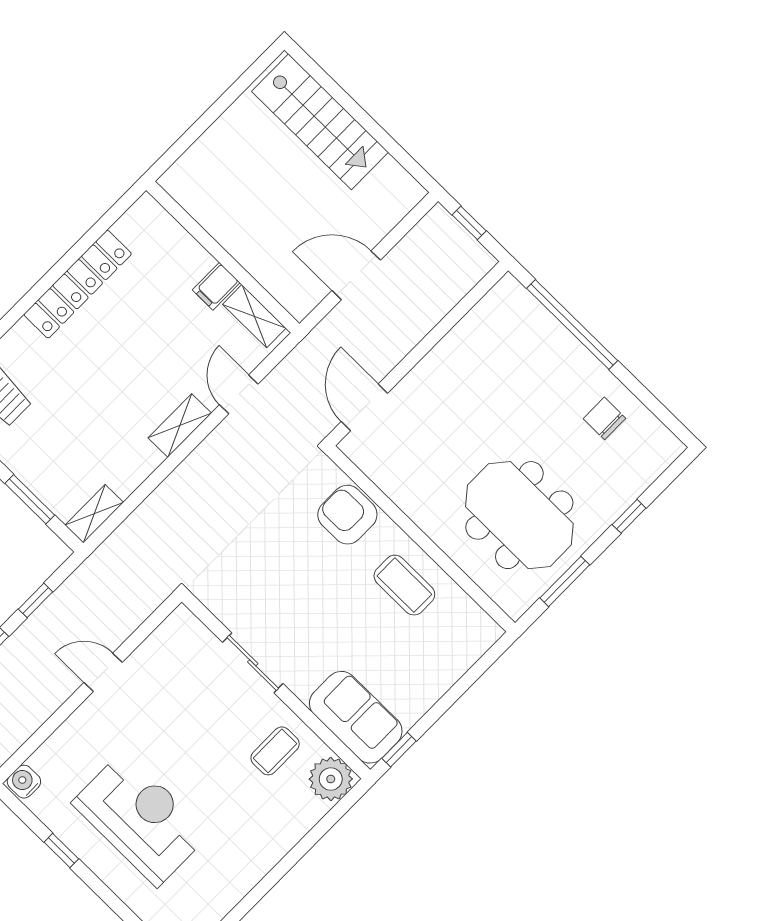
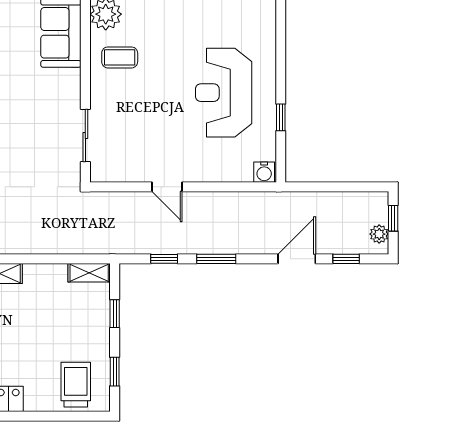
window: (30, 499) -> (115, 314), width x0.67
sliding door: (253, 663) -> (85, 135), moved

